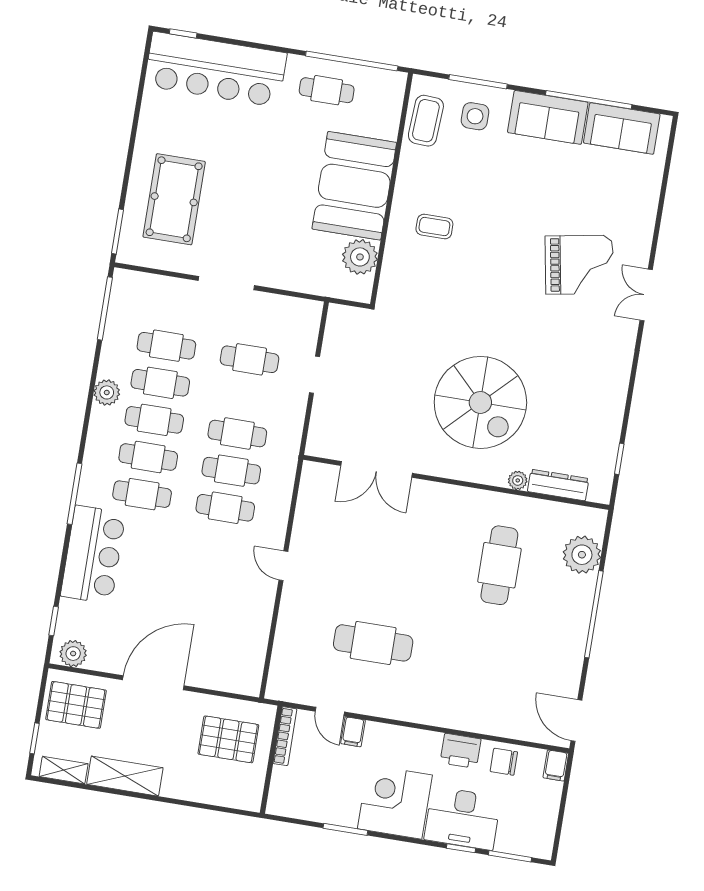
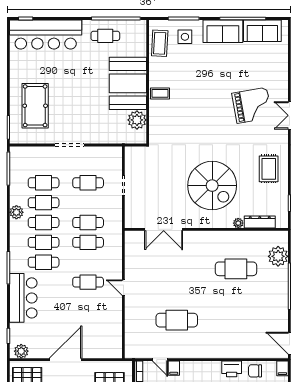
coffee table: (434, 227) -> (160, 93), moved
rug: (591, 389) -> (269, 169), added
cafe table: (225, 508) -> (88, 282), moved
cafe table: (499, 565) -> (236, 269), turned 90

